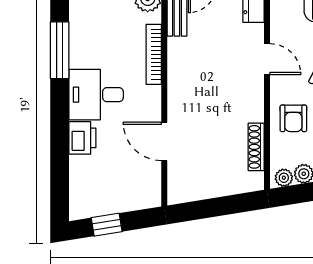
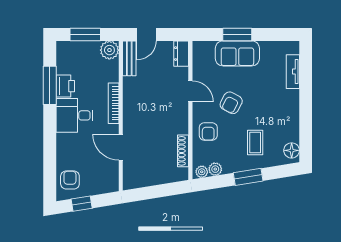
bookcase: (154, 54) -> (114, 103), moved
printer: (82, 138) -> (65, 86), moved
armchair: (89, 190) -> (70, 180), added

